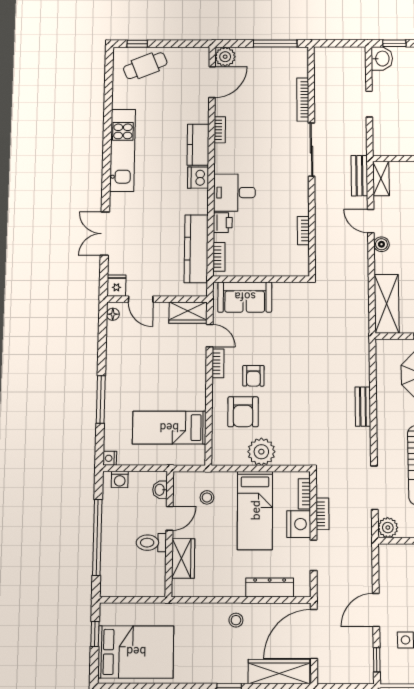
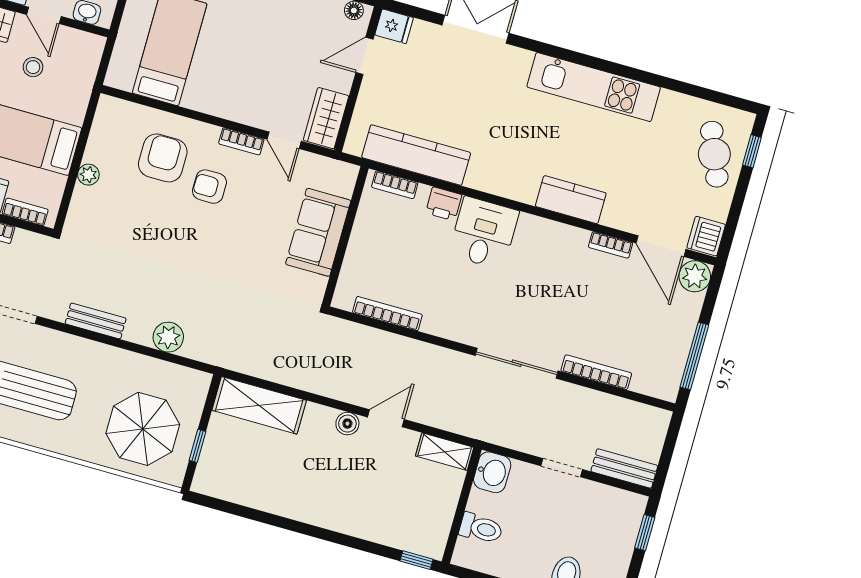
washbasin: (382, 59) -> (492, 472), moved, turned -90
bookcase: (220, 130) -> (611, 245), moved
bench: (359, 176) -> (624, 468), moved
dishwasher: (198, 178) -> (706, 236), moved, turned -90
bookcase: (303, 231) -> (387, 314), width x1.56
sofa: (245, 297) -> (318, 232), moved
door: (210, 336) -> (284, 140), hinge flipped
plant: (360, 375) -> (168, 337), added
bench: (363, 407) -> (96, 321), moved
armchair: (243, 412) -> (163, 158), turned 90
plant: (261, 452) -> (88, 175), width x0.53, depth x0.53
stool: (207, 497) -> (33, 67), moved

